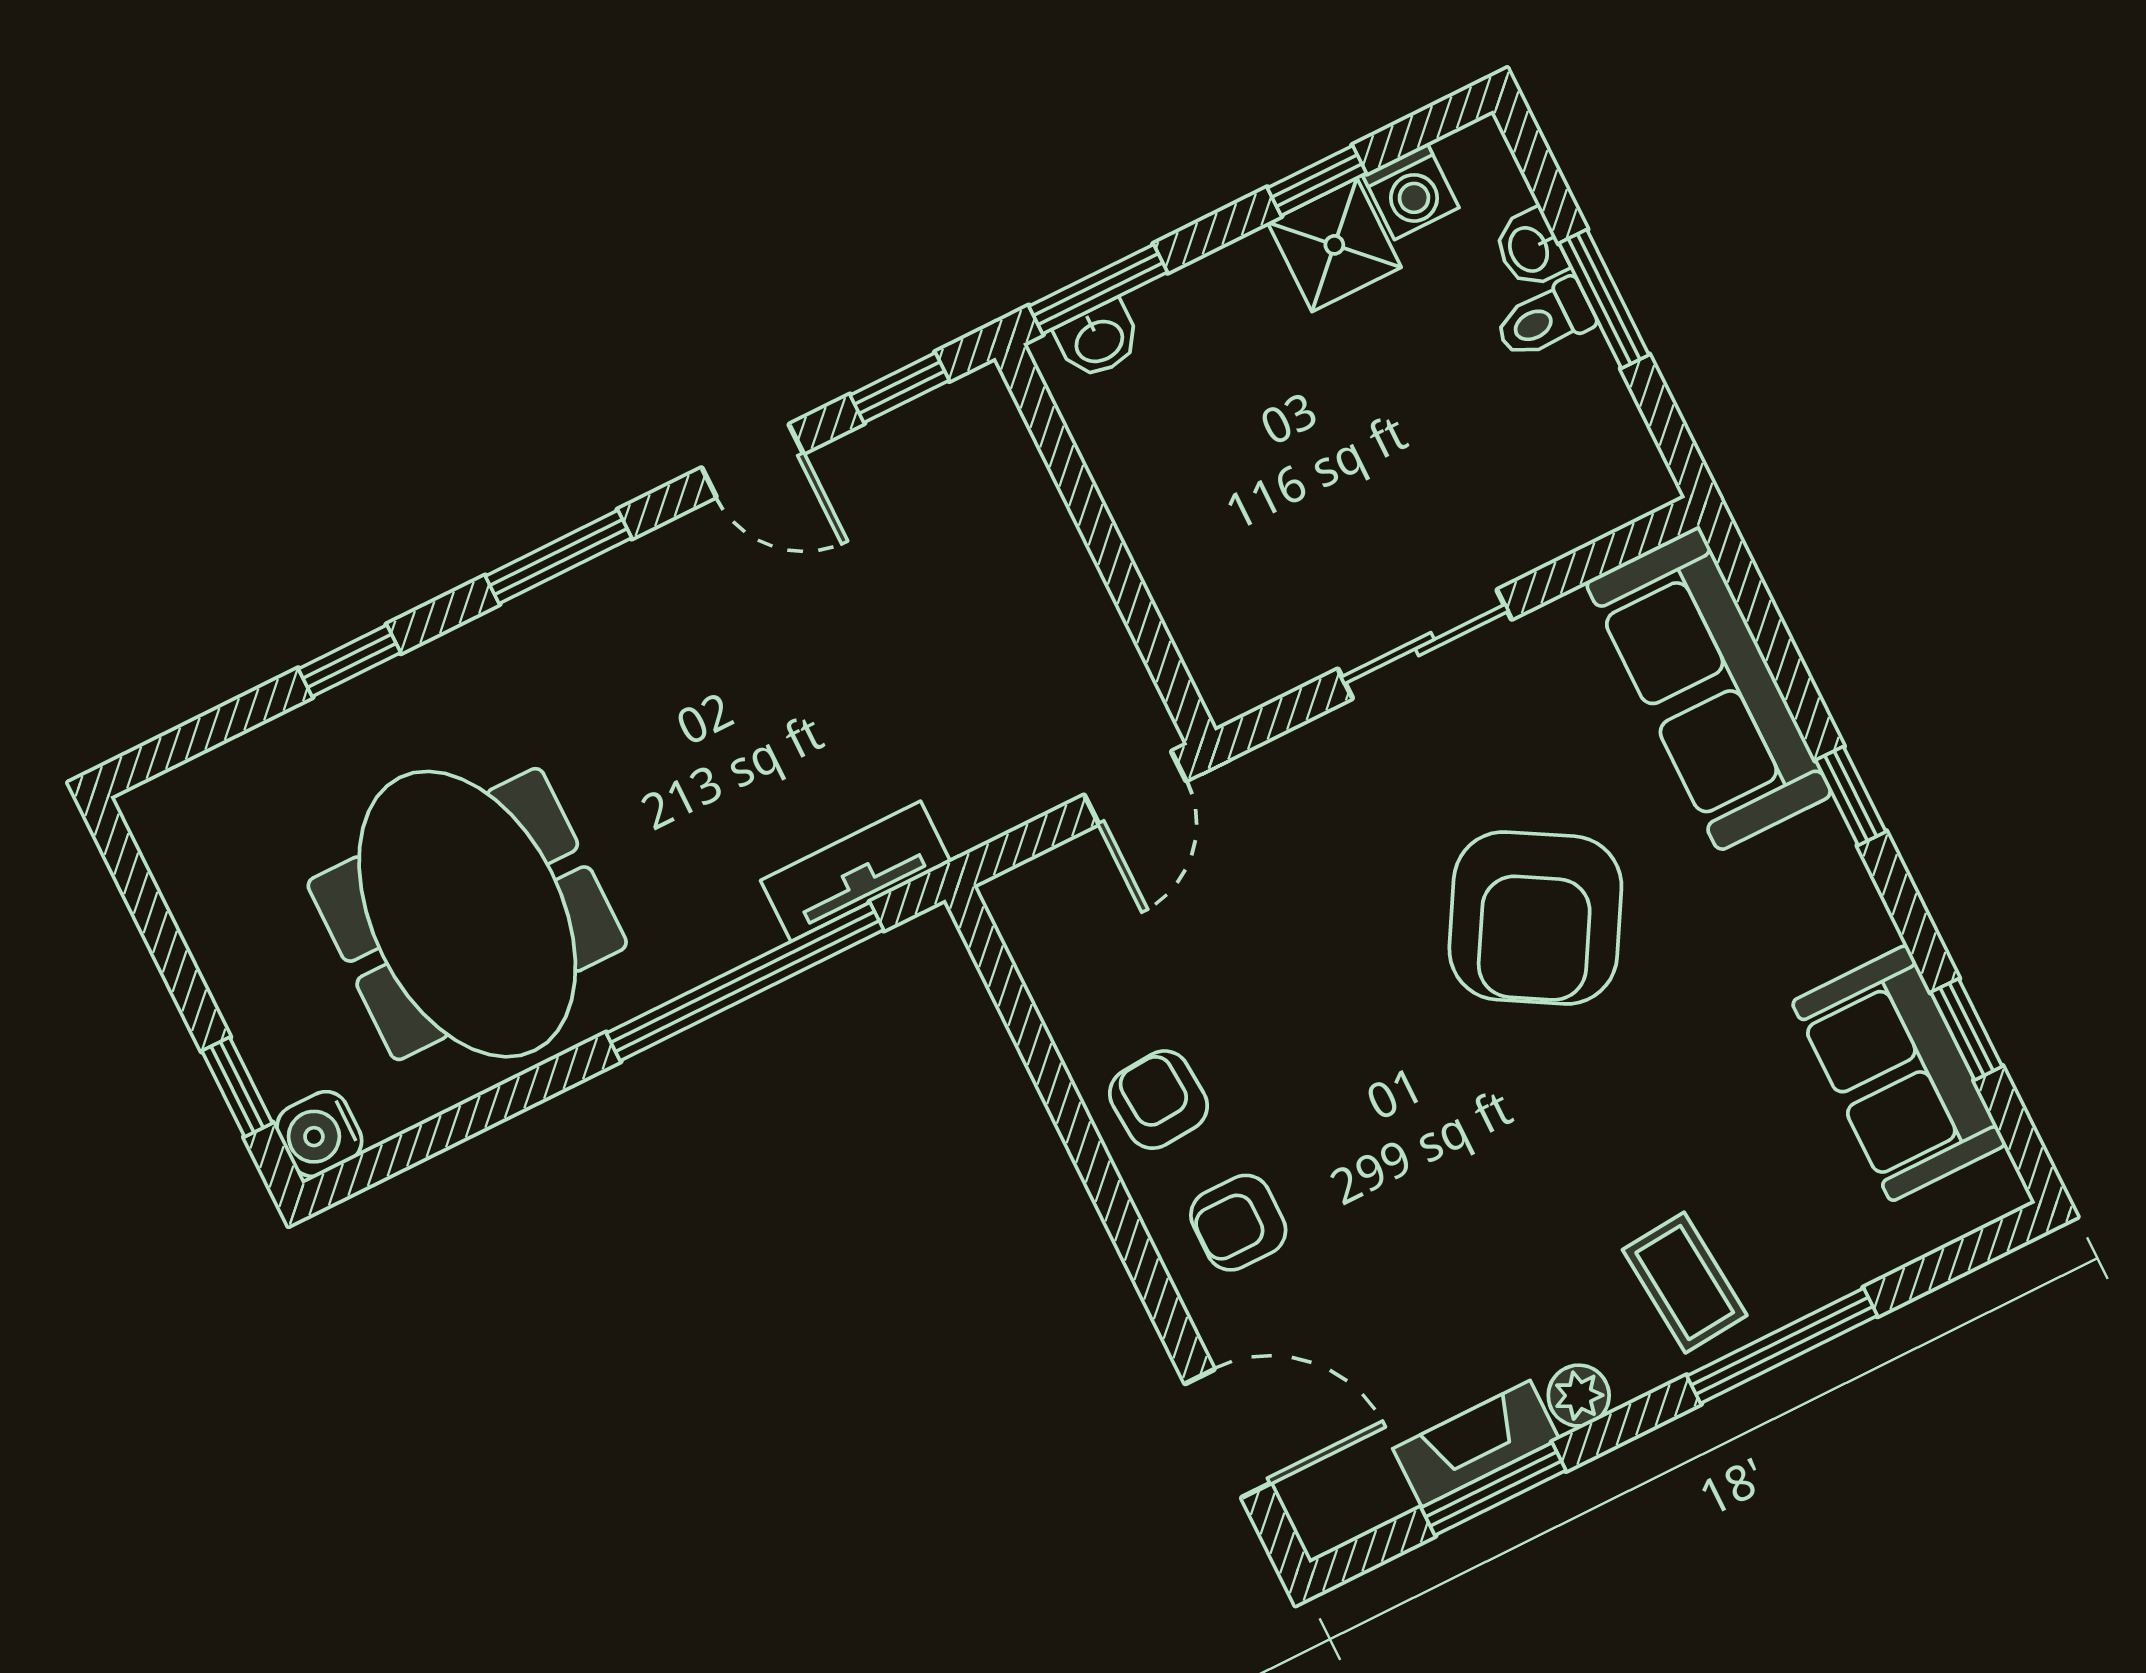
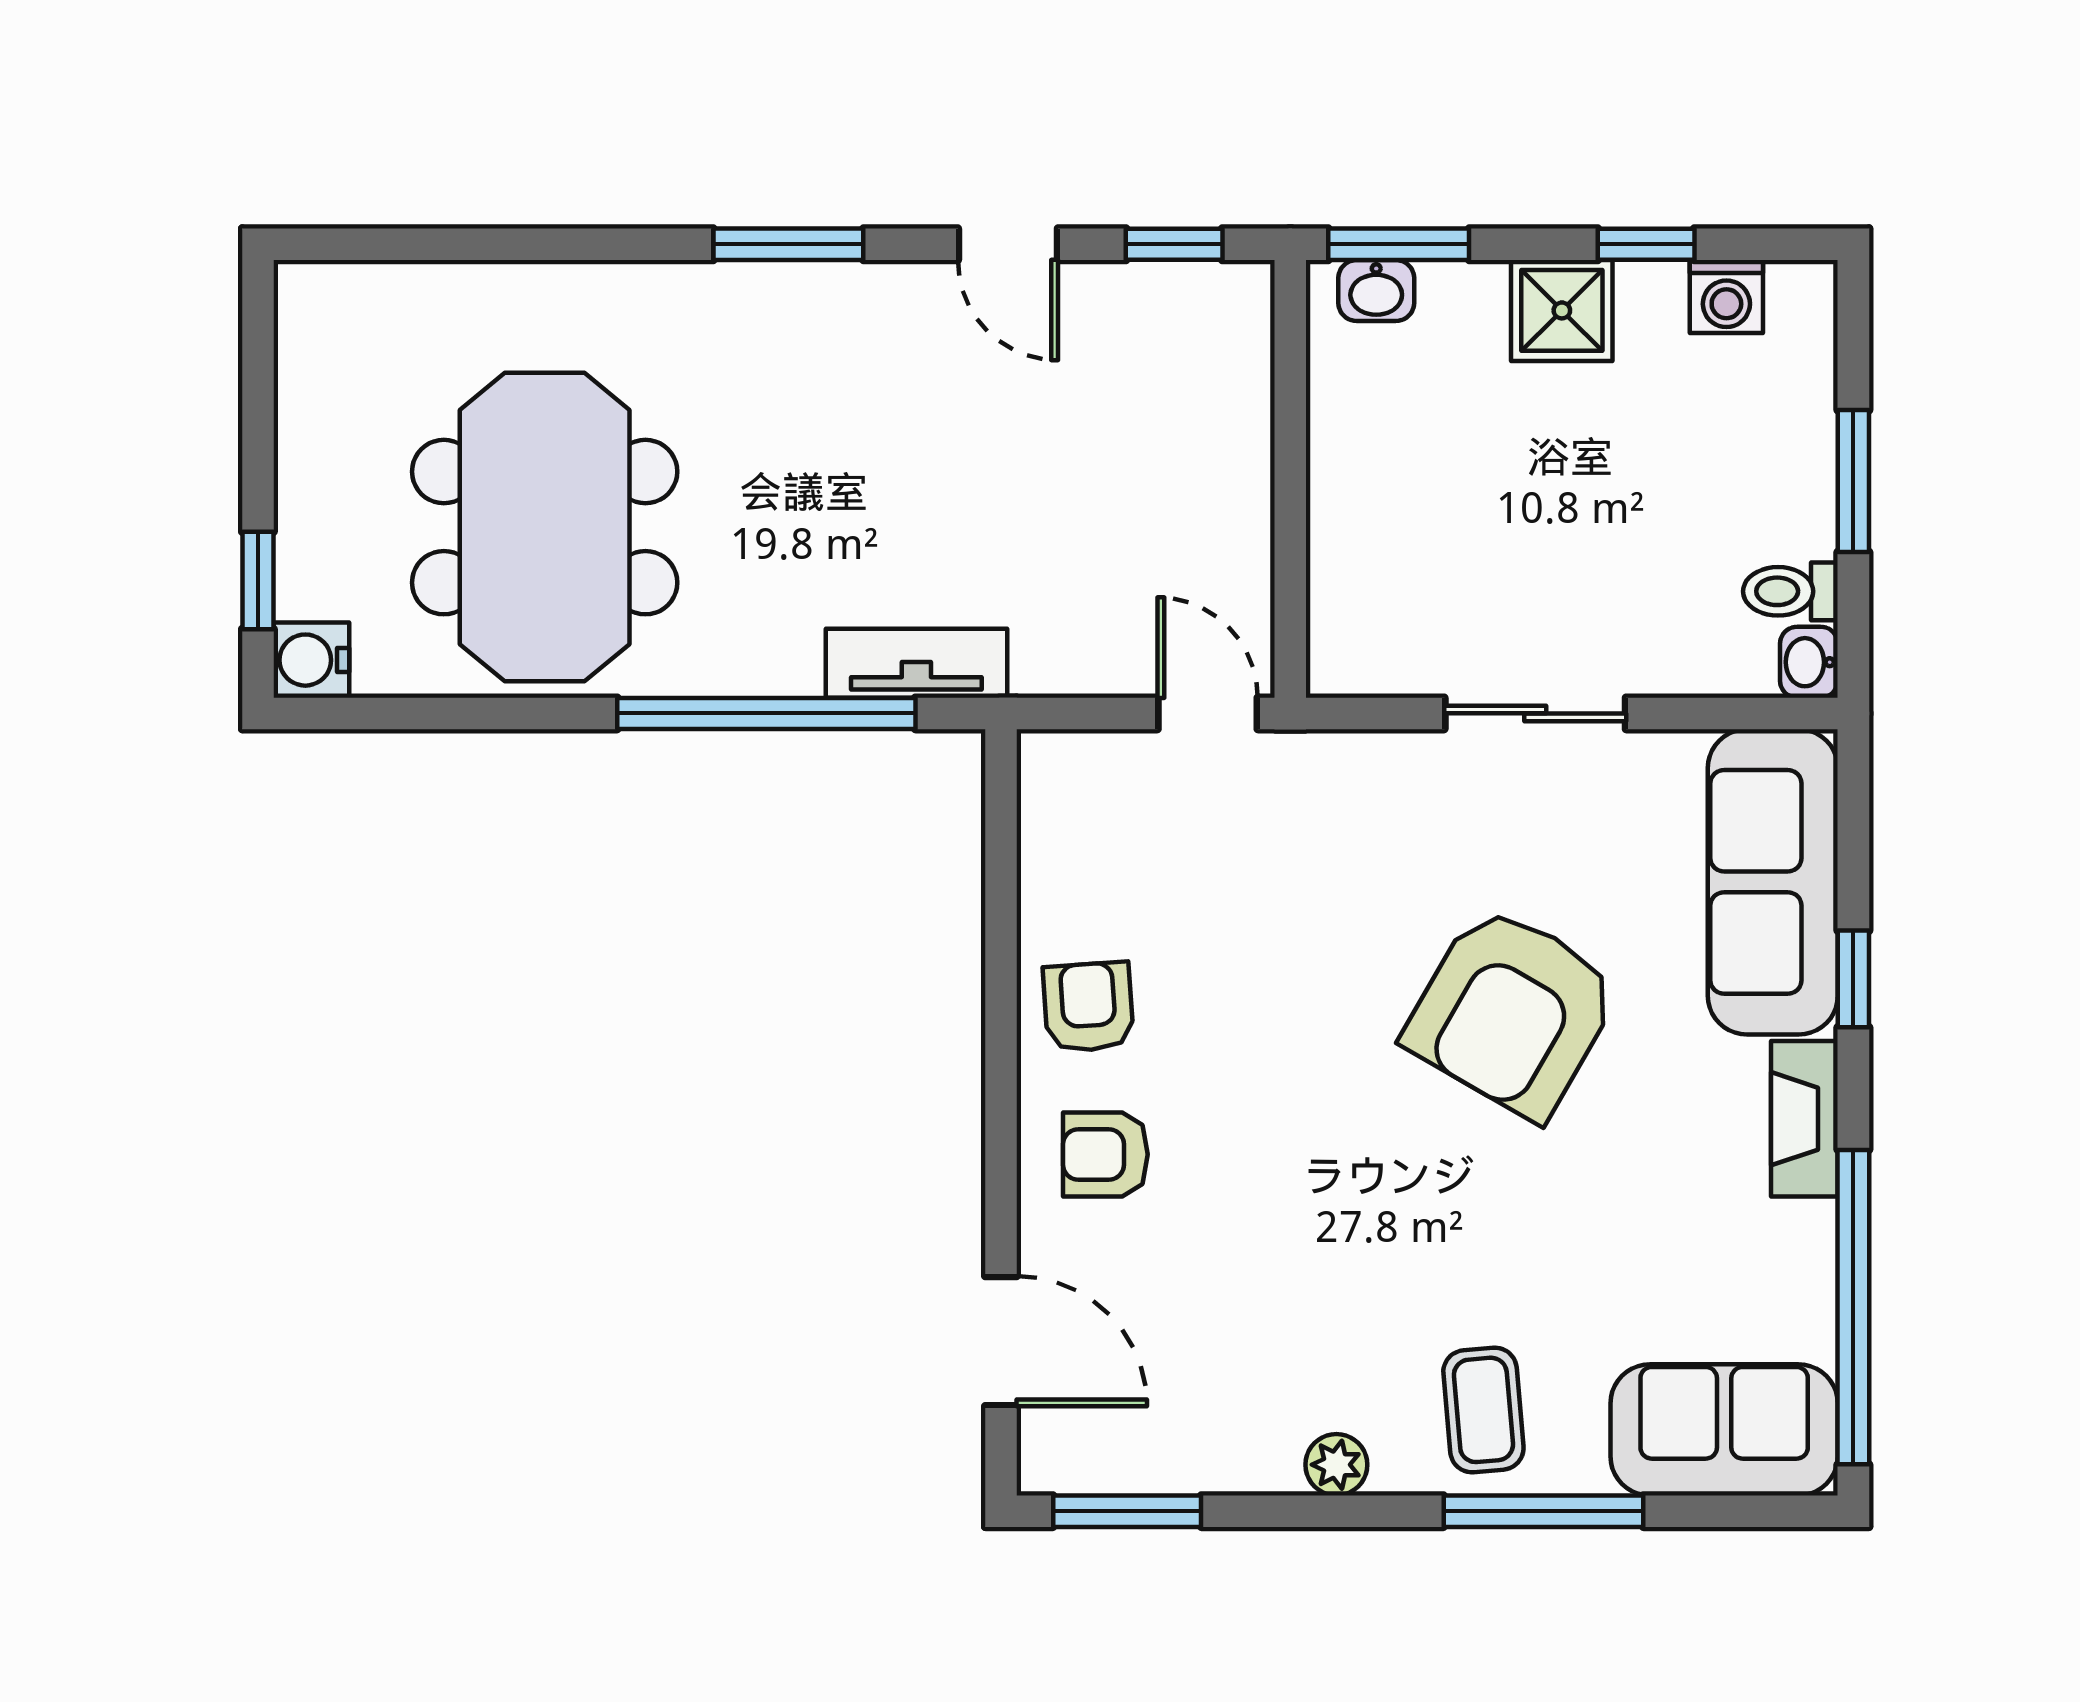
shower: (1334, 245) -> (1562, 310), moved
washbasin: (1530, 249) -> (1809, 662), moved
toilet: (1545, 319) -> (1790, 591), moved
window: (350, 661) -> (552, 244), removed
door: (1135, 788) -> (1208, 713), swing flipped
window: (1851, 796) -> (1853, 979), moved
window: (1967, 1029) -> (1853, 1307), width x3.17
sofa: (1899, 1073) -> (1724, 1430), moved, turned 90
fireplace: (1476, 1444) -> (1804, 1119), moved, turned -90
window: (1493, 1489) -> (1127, 1511), moved

